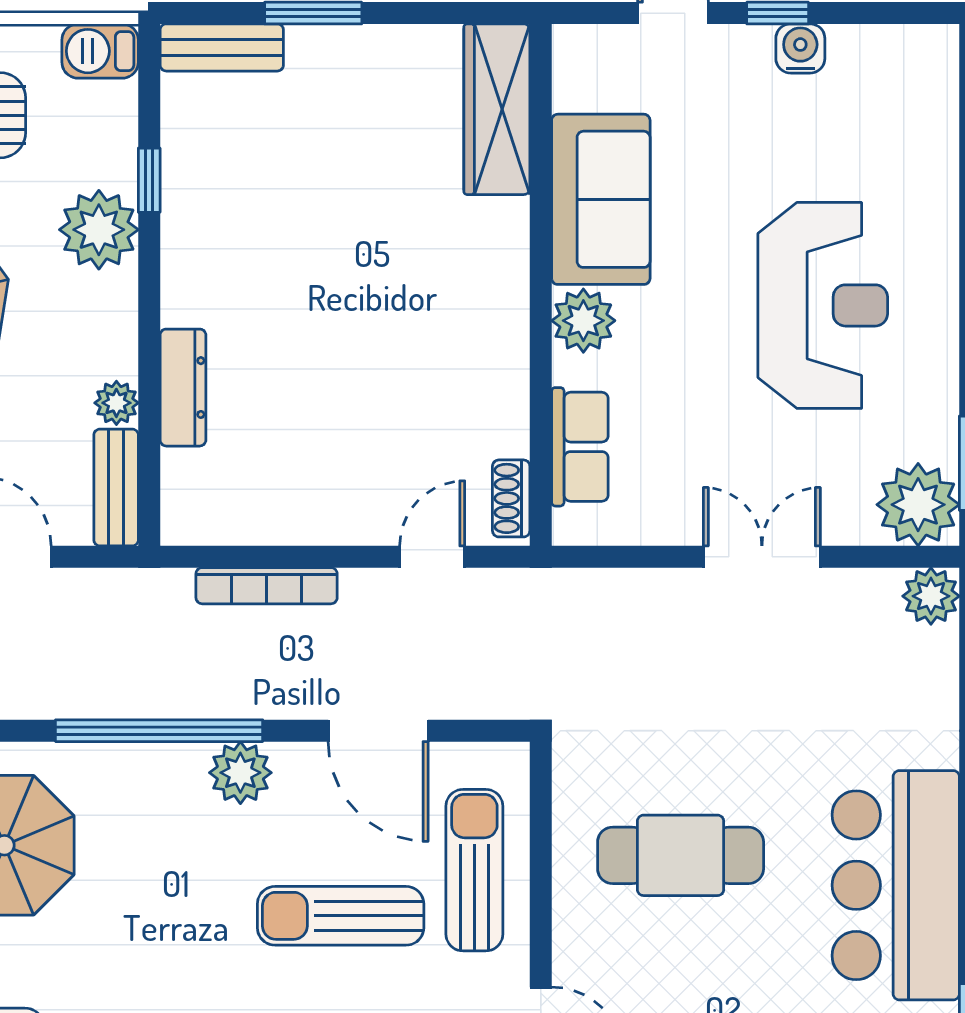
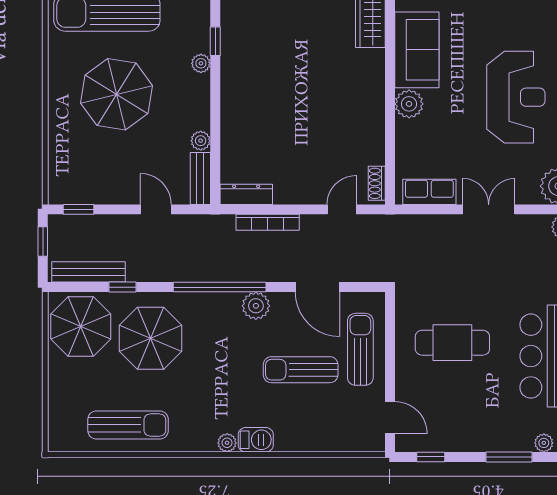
plant: (99, 230) -> (201, 63), width x0.53, depth x0.53
dresser: (183, 388) -> (246, 194), moved, turned -90
row of seats: (580, 447) -> (429, 192), moved, turned -90

